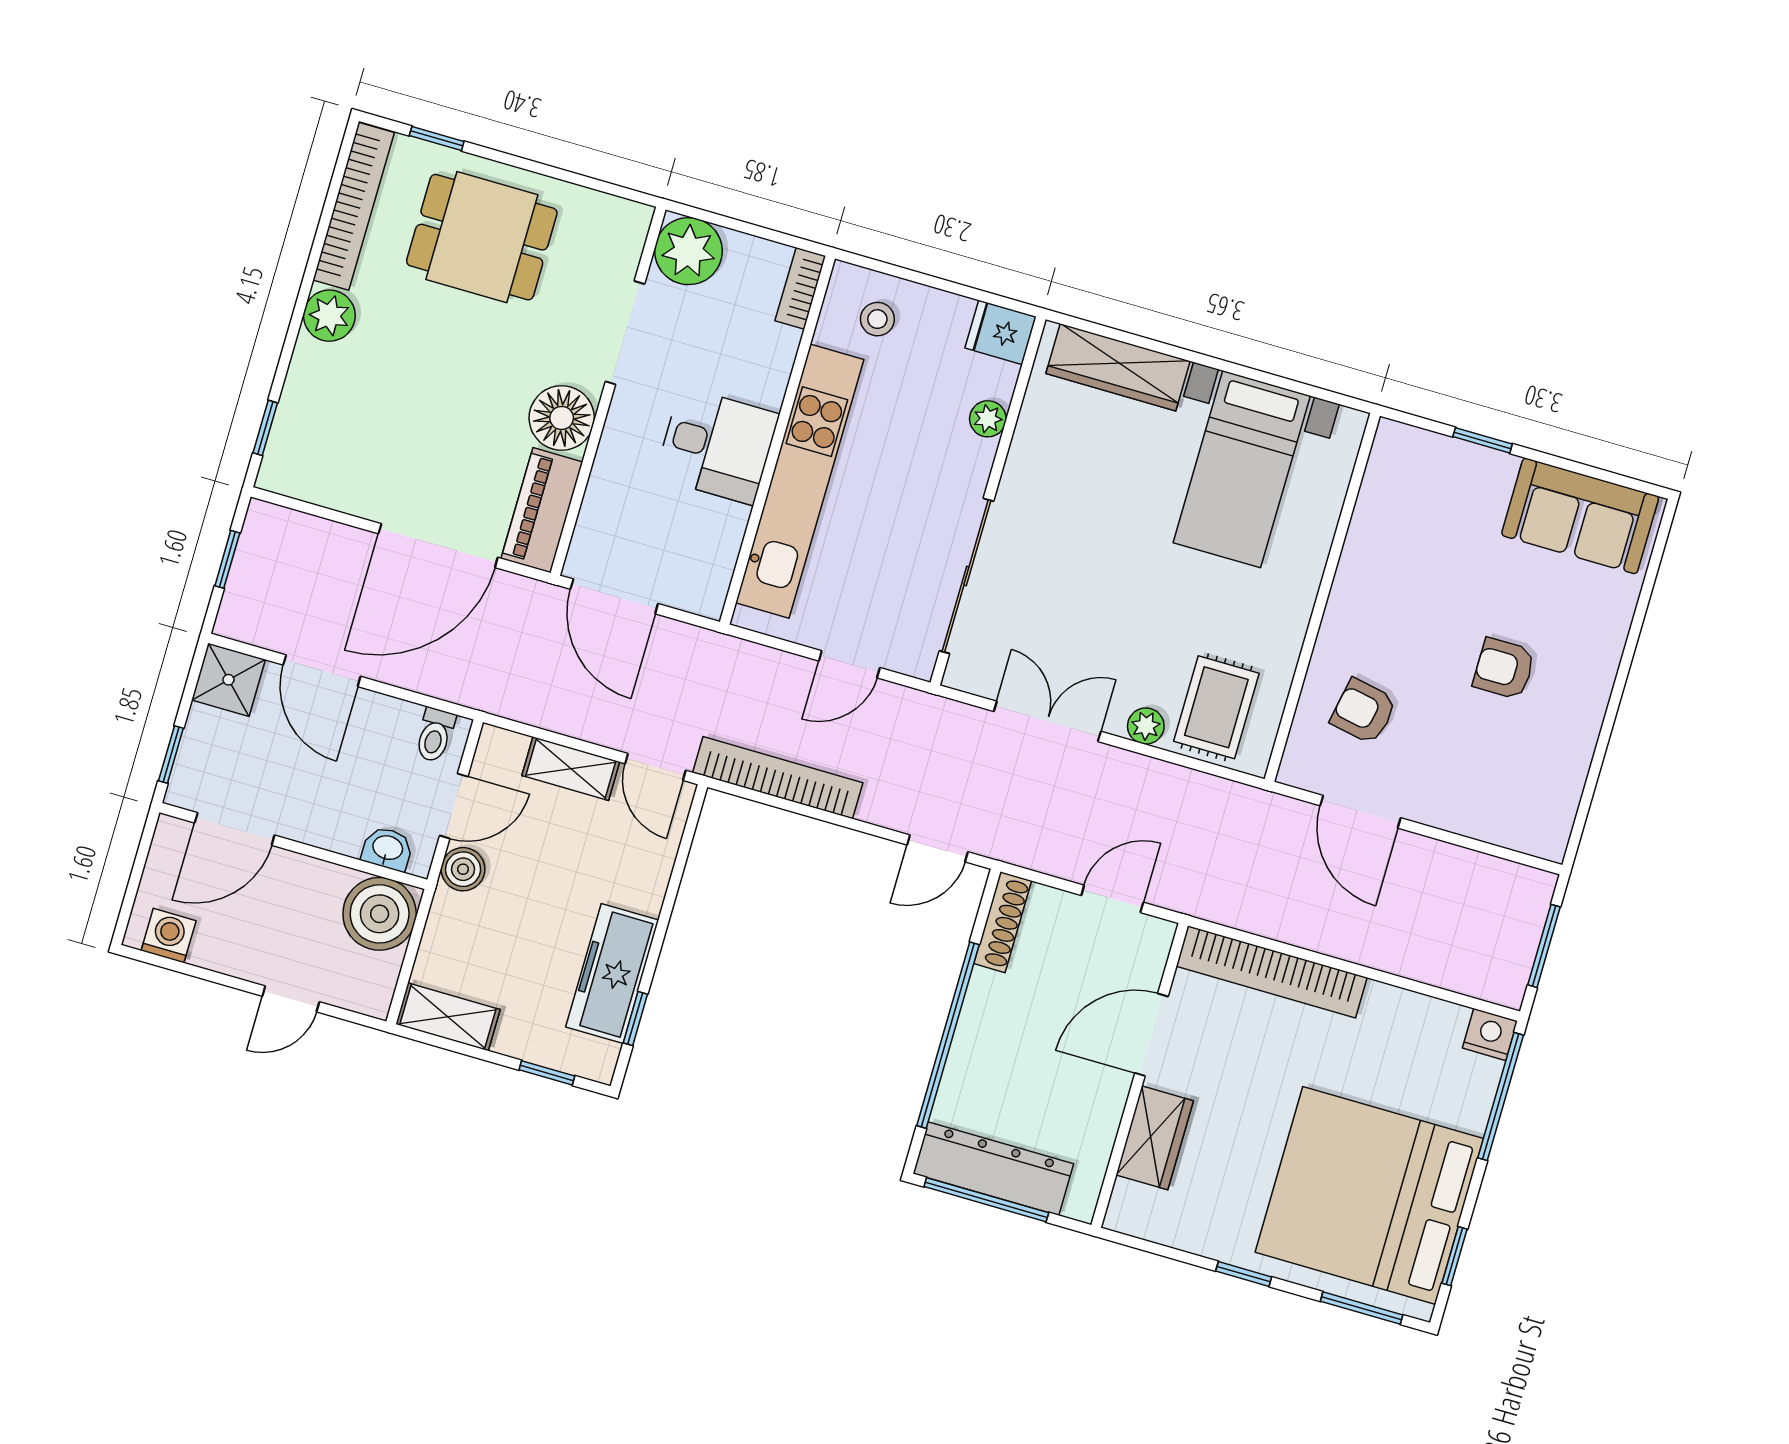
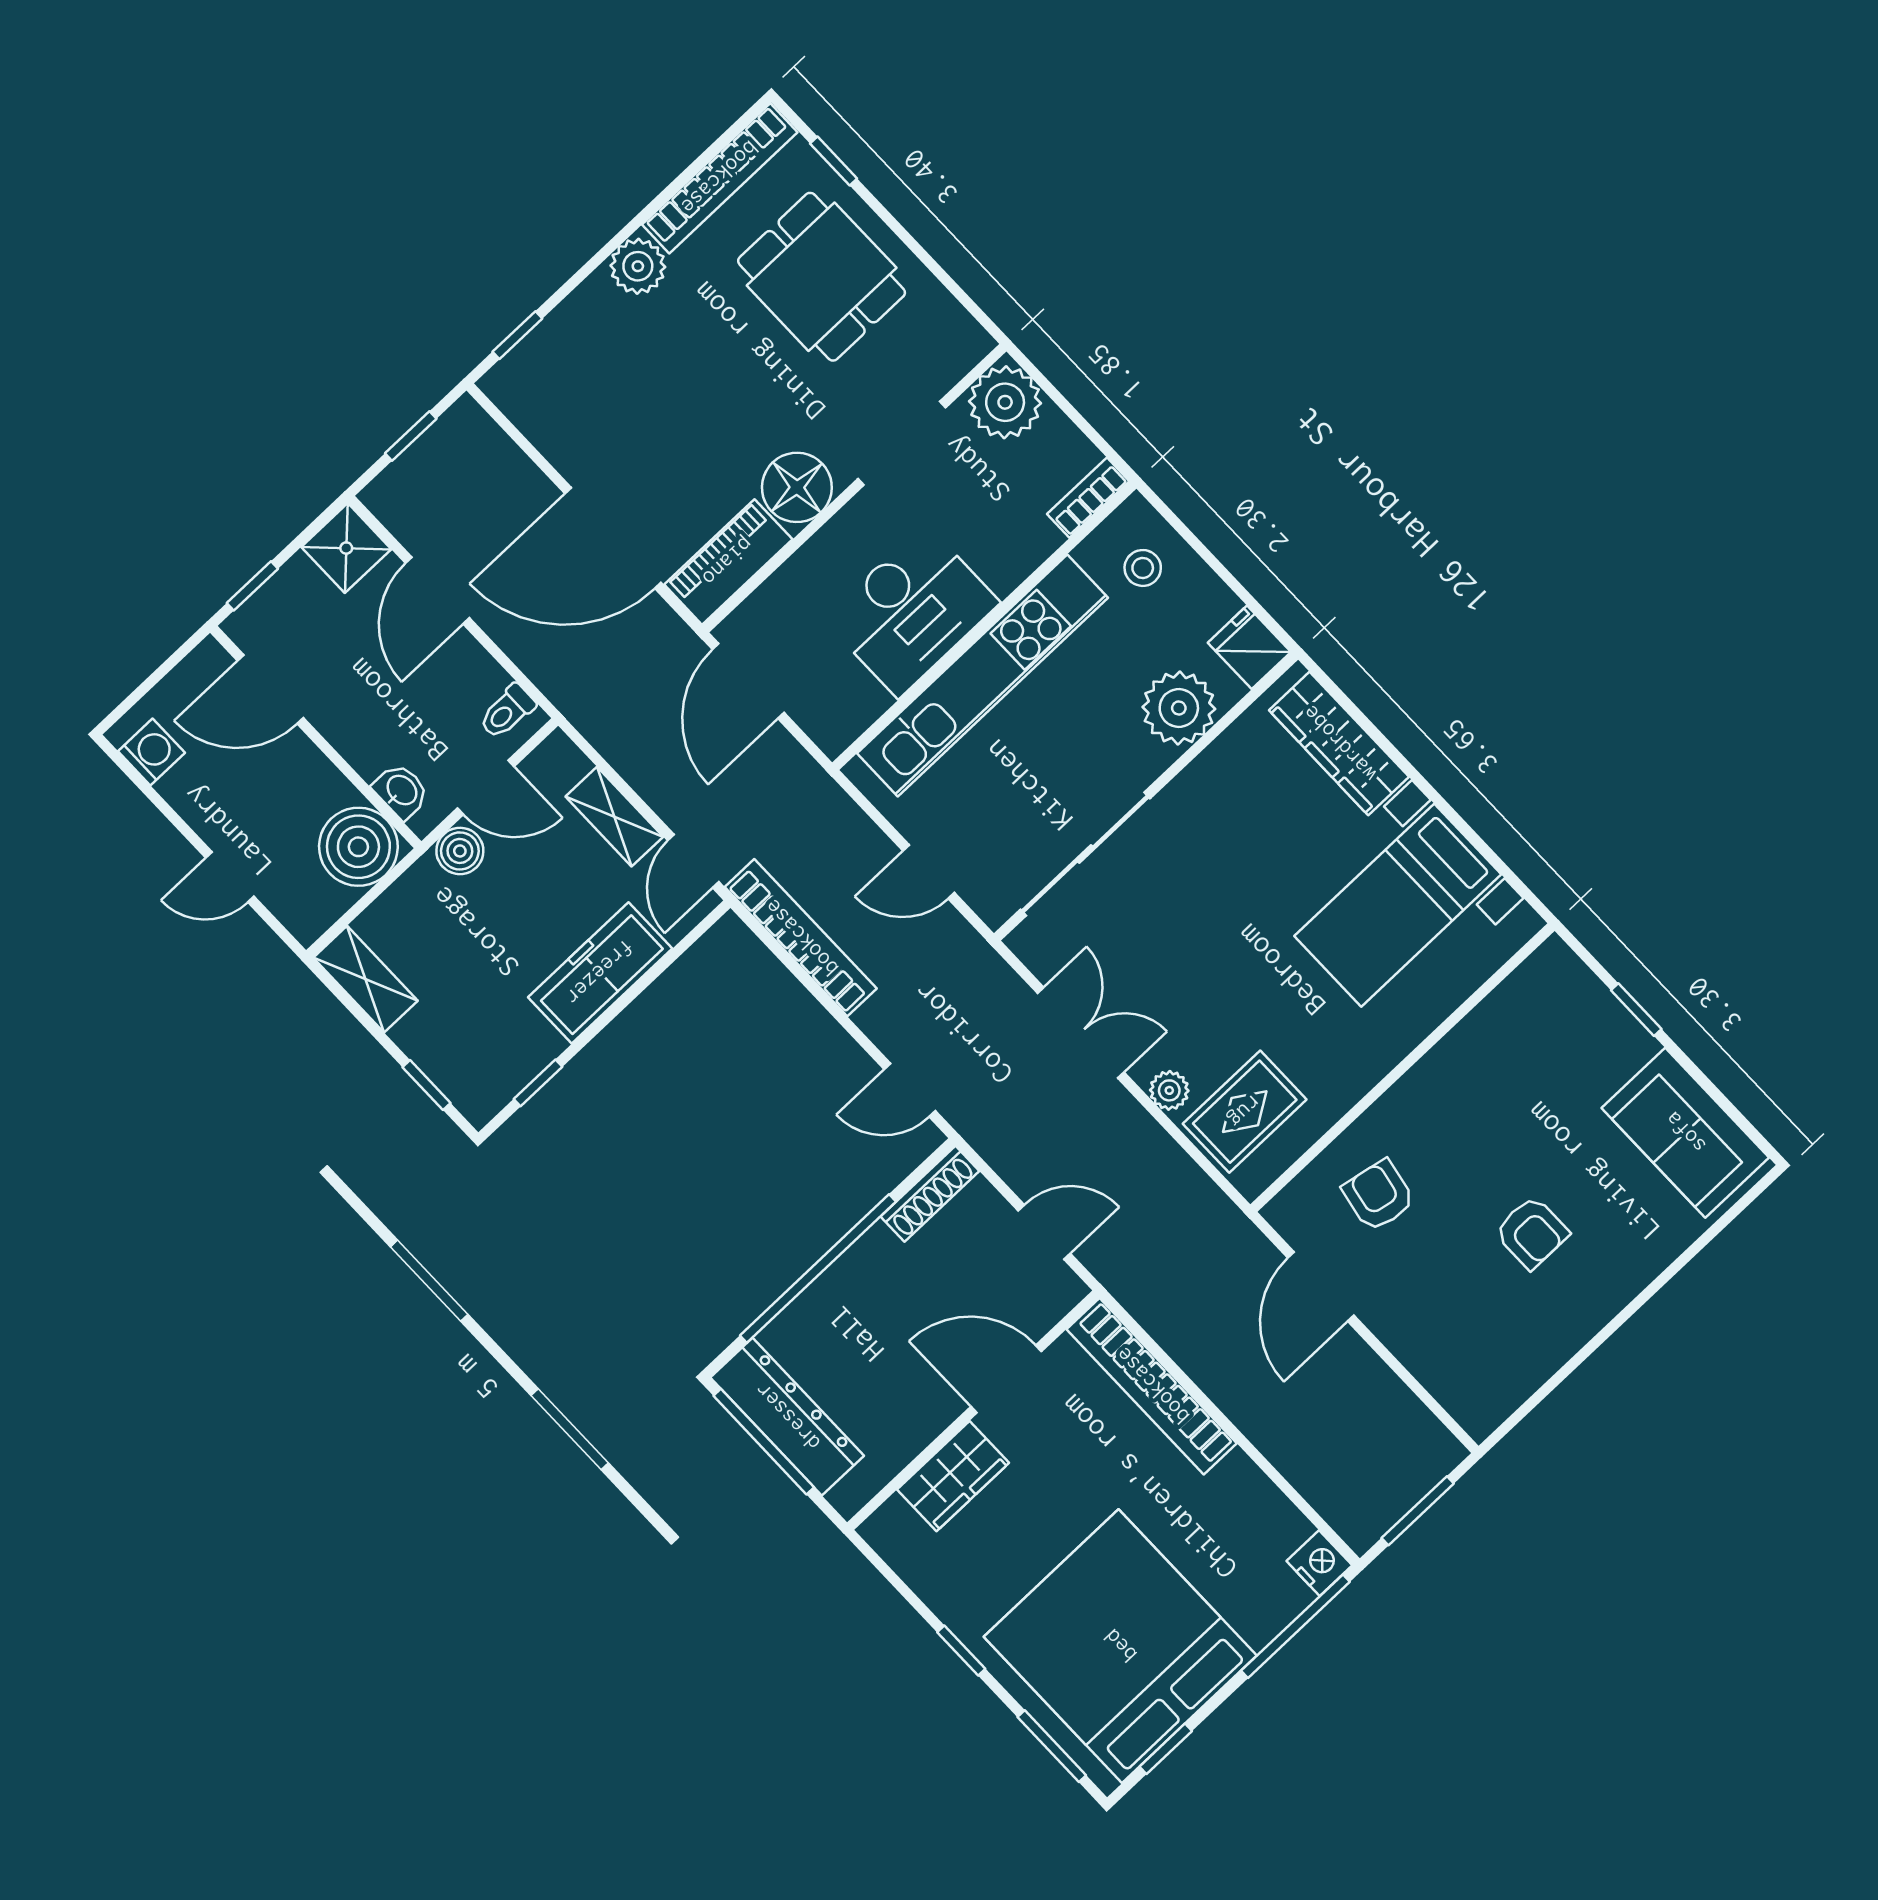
plant: (988, 419) -> (1179, 708), width x1.88, depth x1.88
desk: (717, 446) -> (911, 611), width x1.37
armchair: (1504, 669) -> (1532, 1232), turned 180
freezer: (612, 973) -> (600, 973), moved

